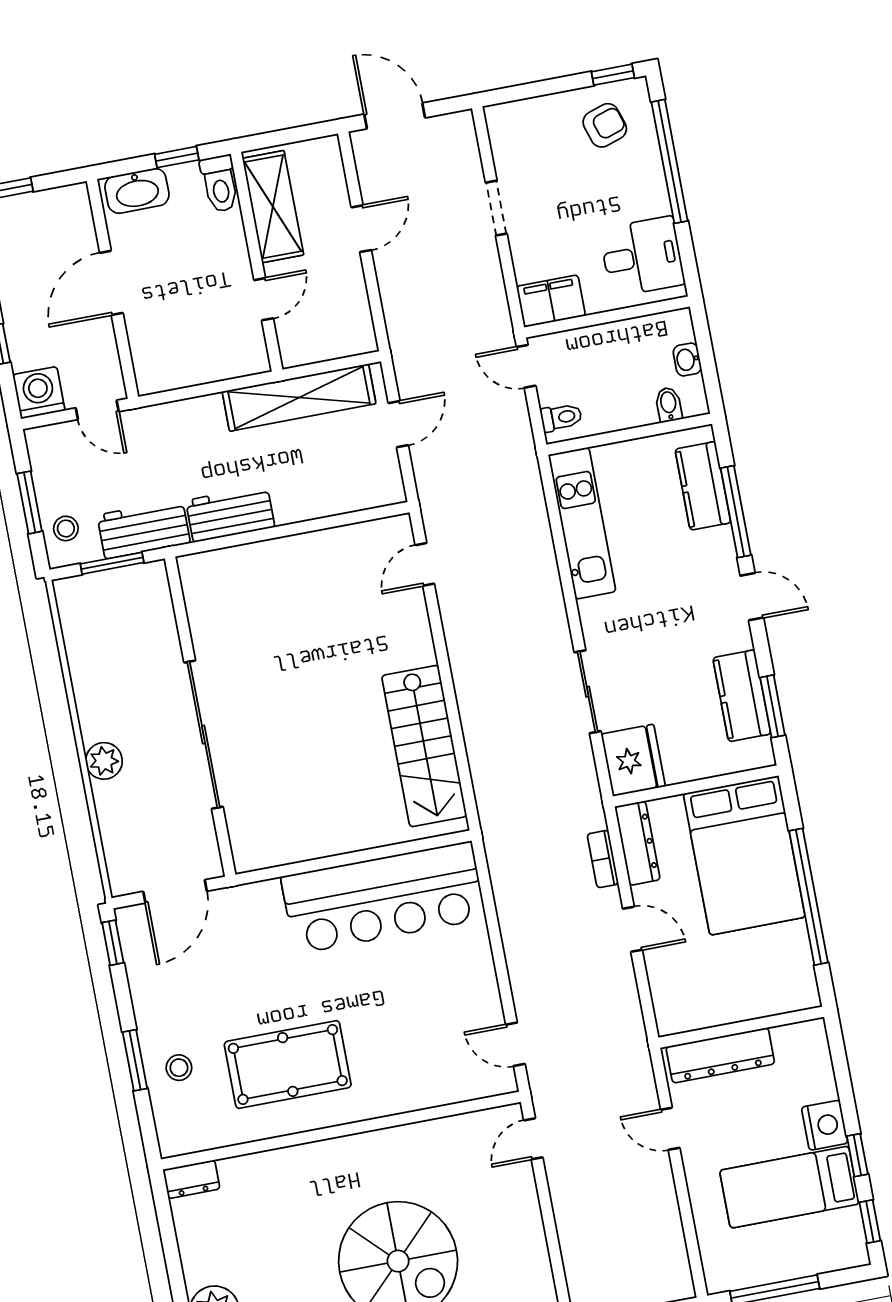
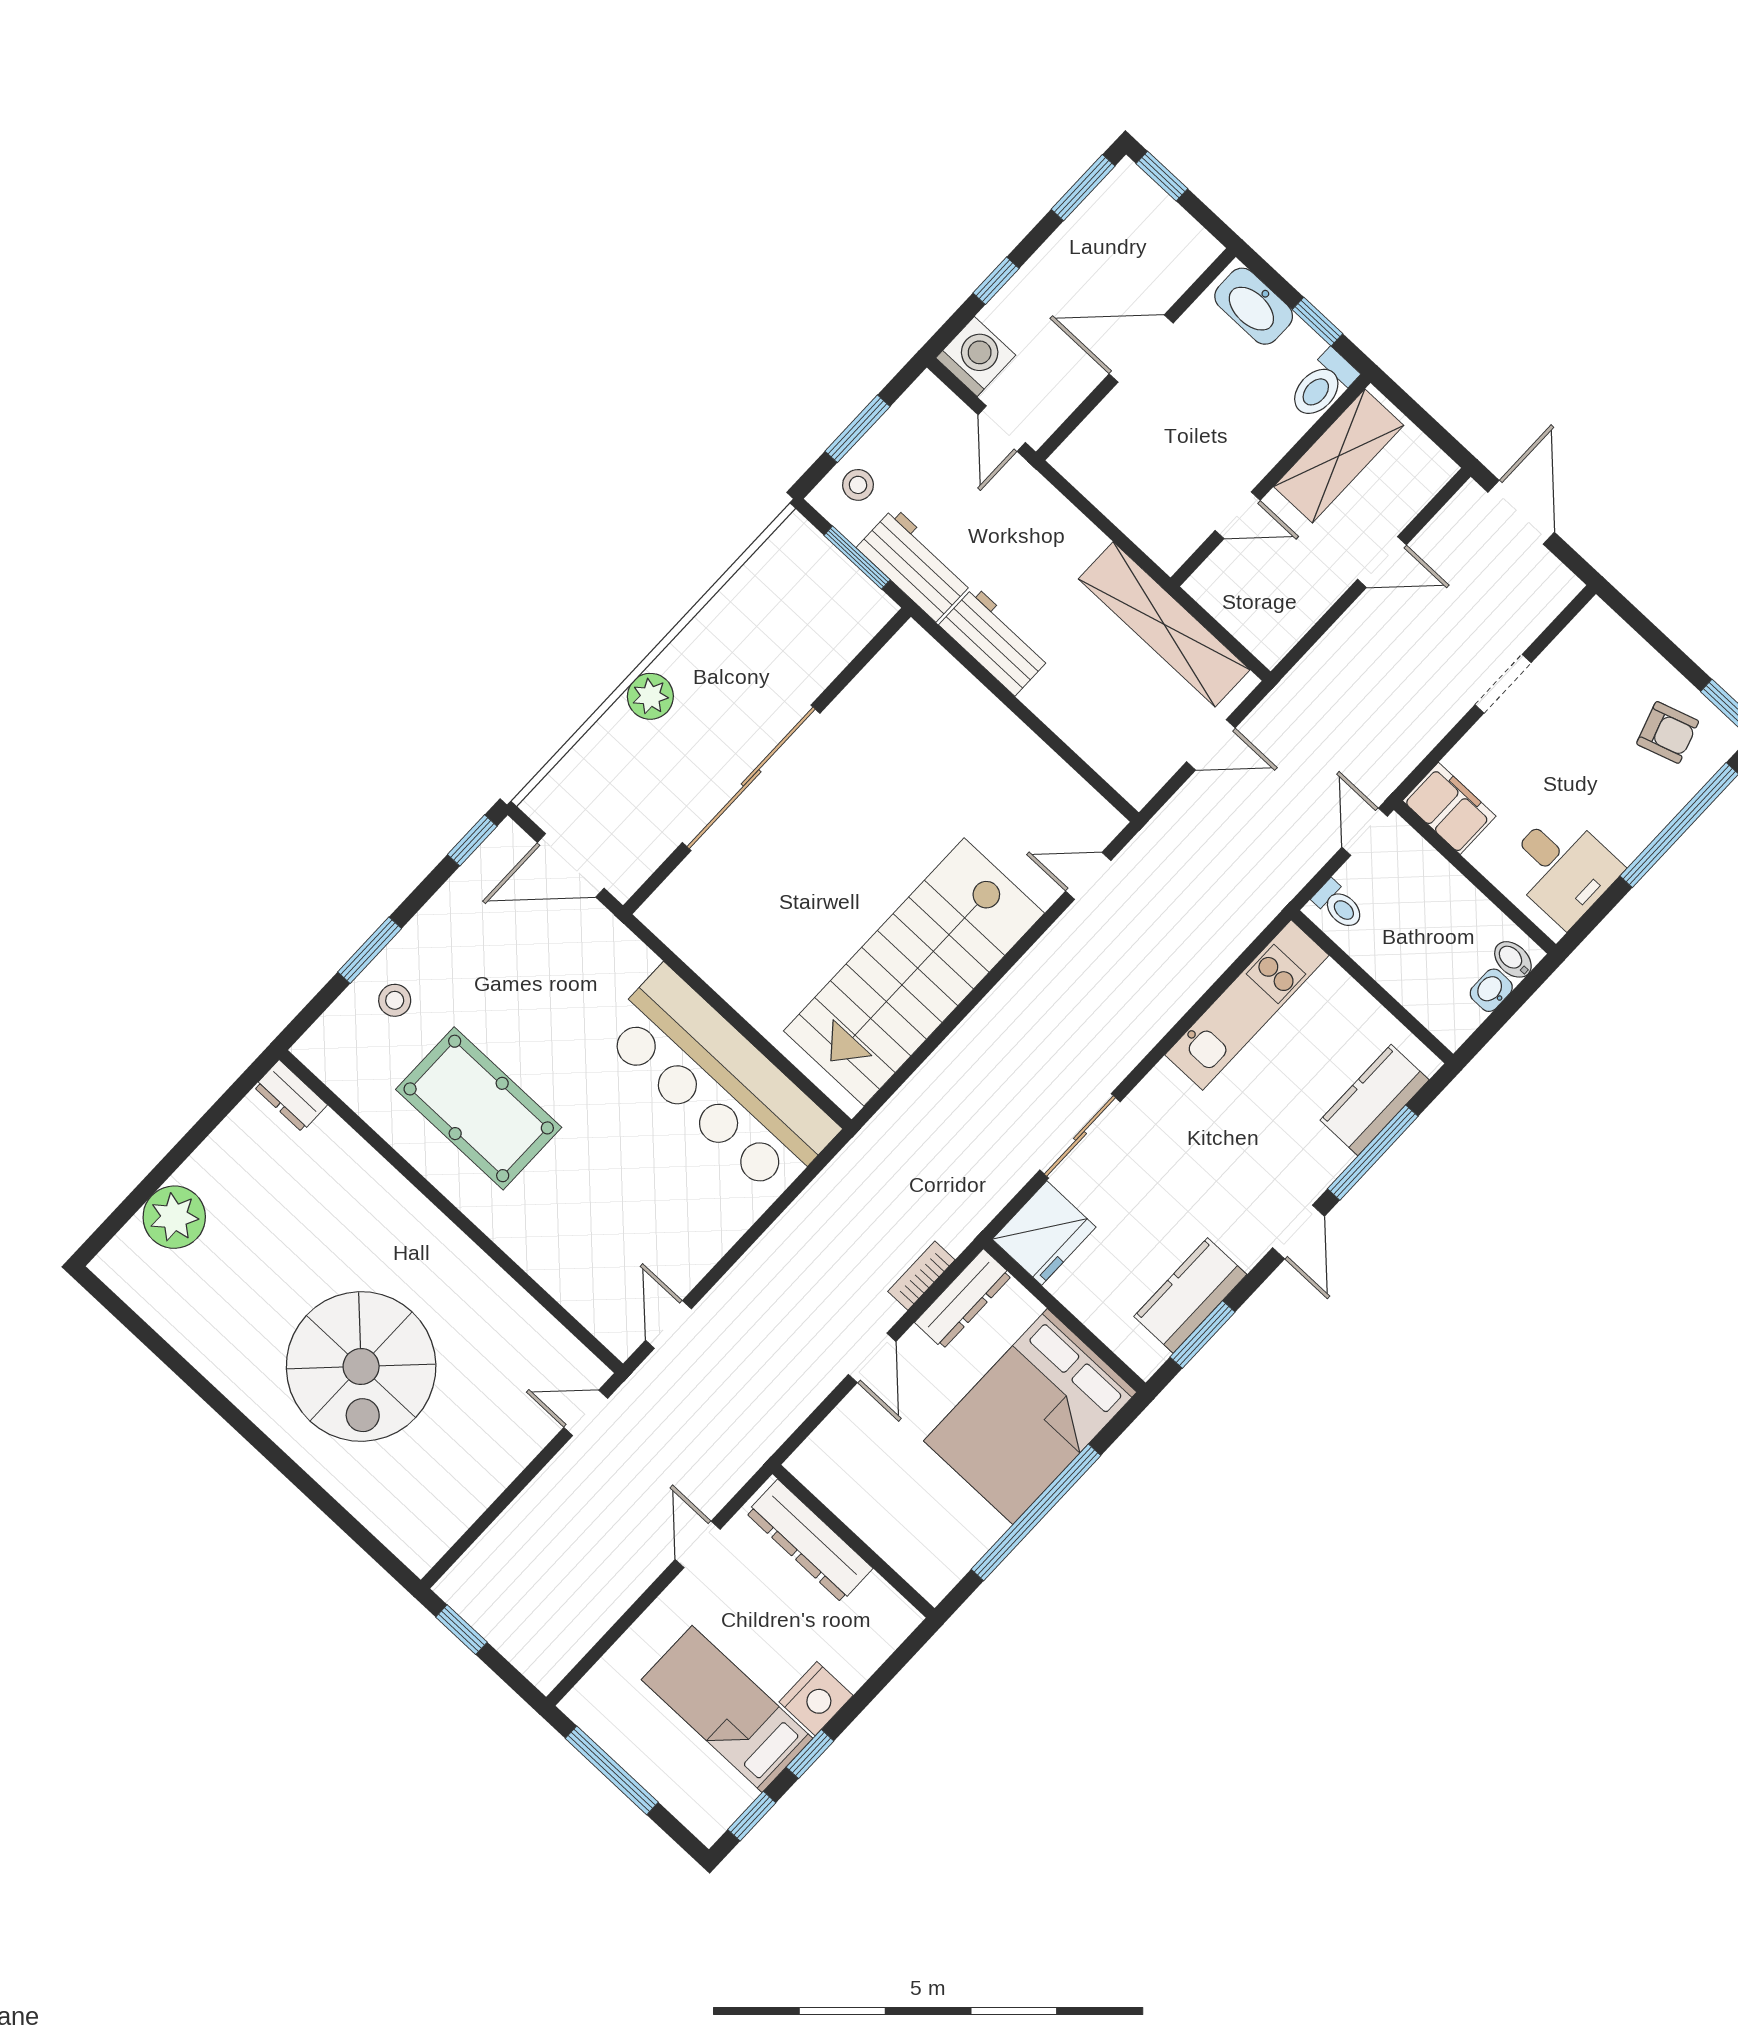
bidet: (669, 405) -> (1513, 959), moved, turned -90
stairs: (424, 746) -> (914, 972), width x1.36, depth x1.51

